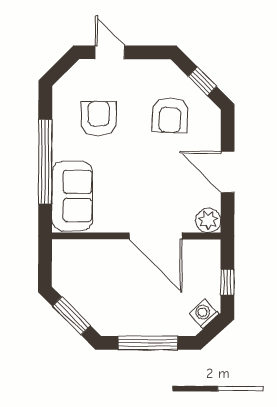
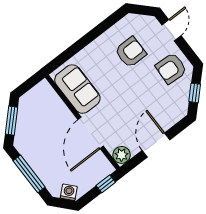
armchair: (170, 115) -> (171, 68), moved
window: (45, 162) -> (84, 41), removed
sofa: (72, 196) -> (77, 89), moved, turned -90
window: (227, 282) -> (106, 184), moved

